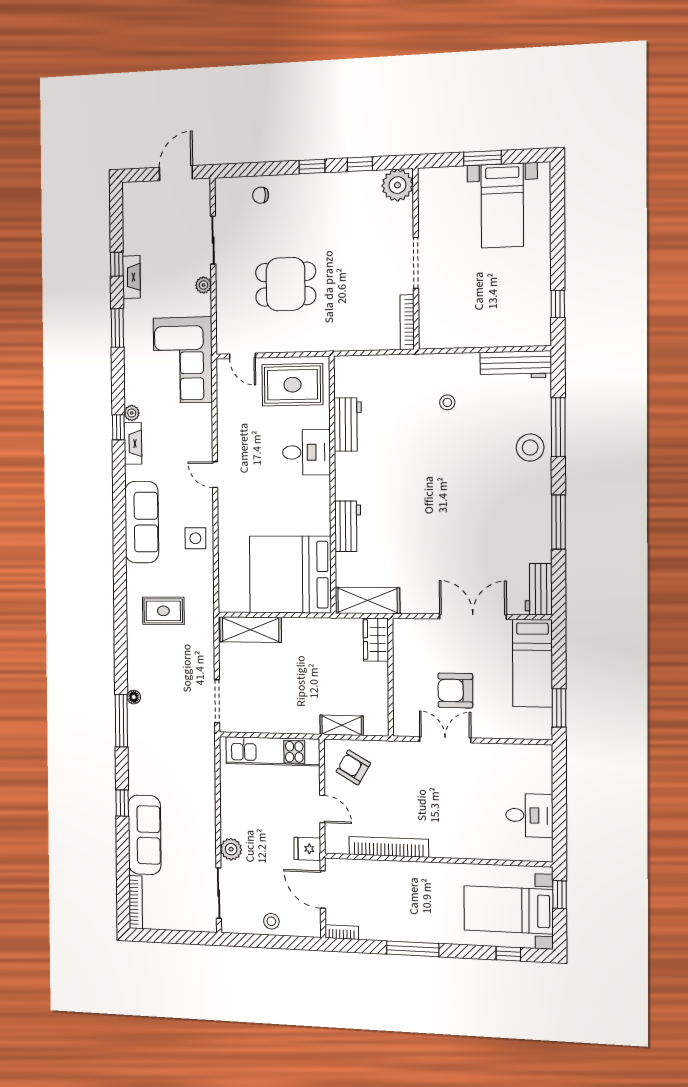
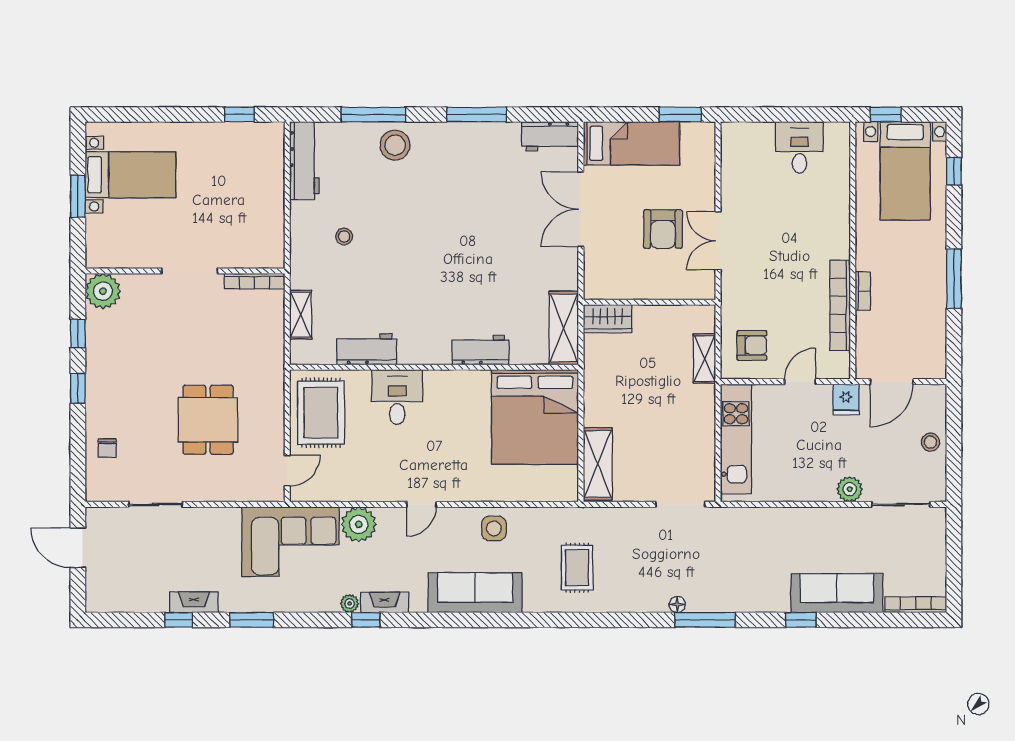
plant: (203, 285) -> (359, 524), moved, width x1.87, depth x1.87
shelving: (378, 365) -> (301, 315), added
armchair: (353, 767) -> (752, 345), turned -120
bookcase: (342, 932) -> (863, 291), moved, turned 180

